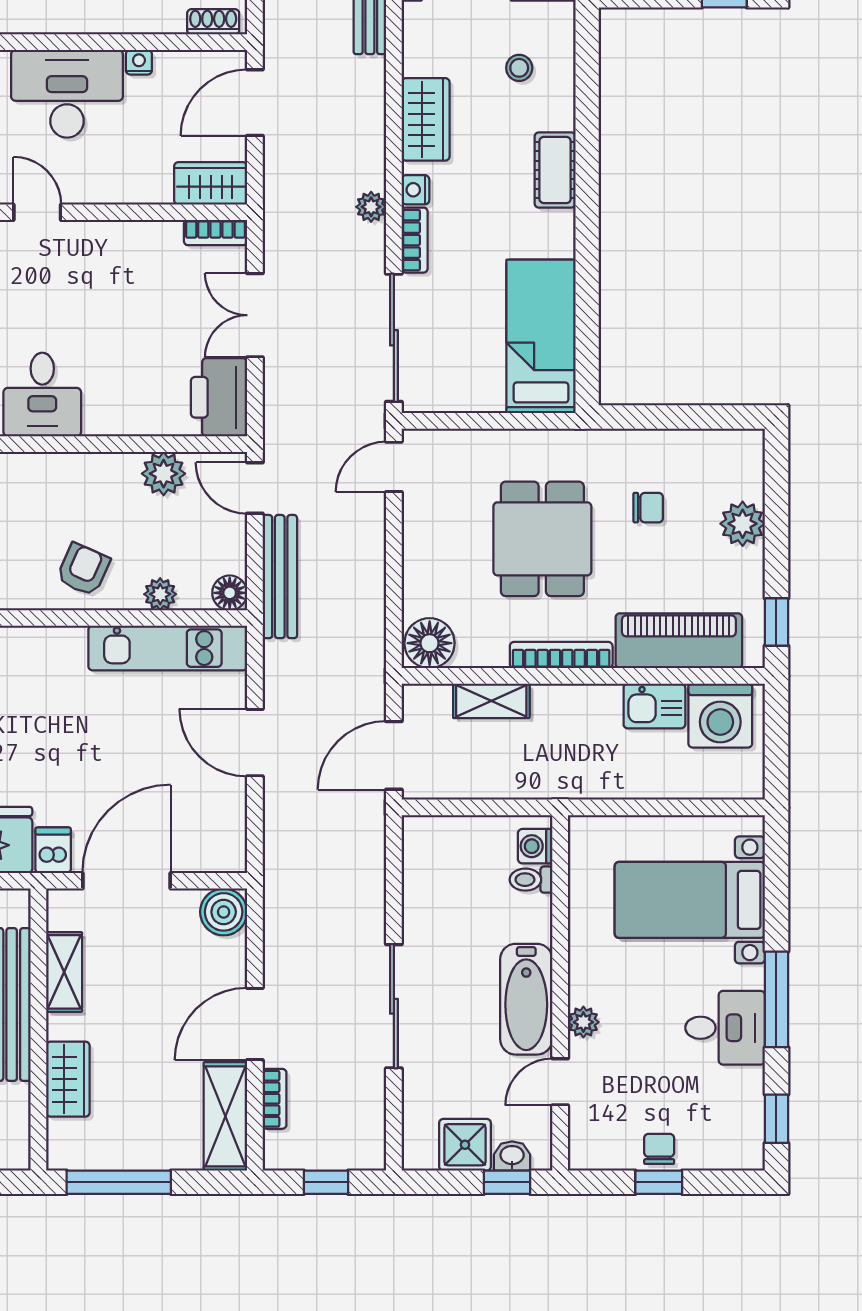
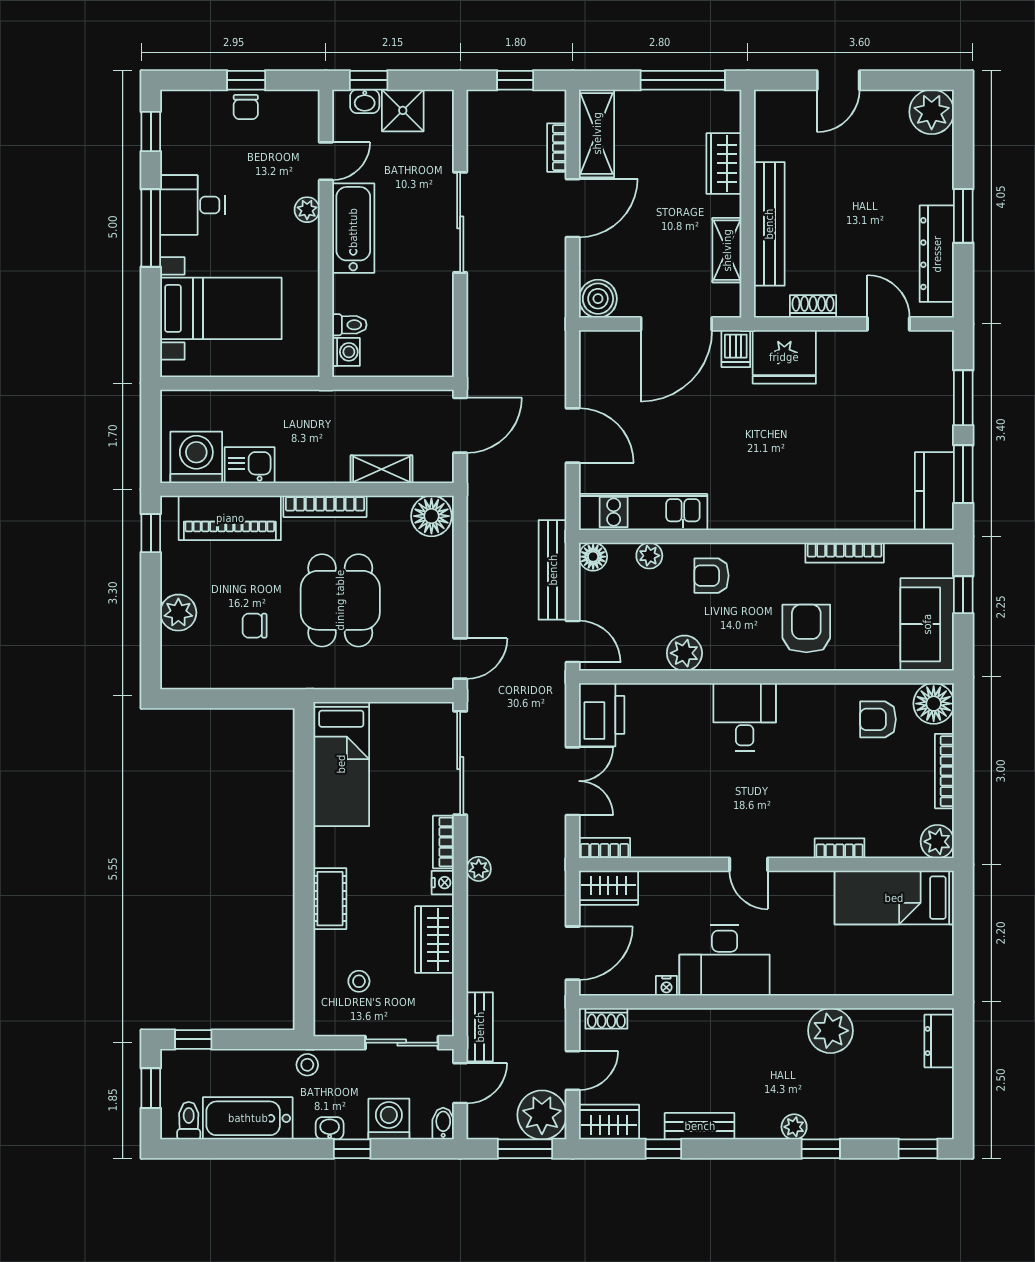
plant: (164, 474) -> (684, 653), moved
armchair: (83, 569) -> (711, 576), turned 66

